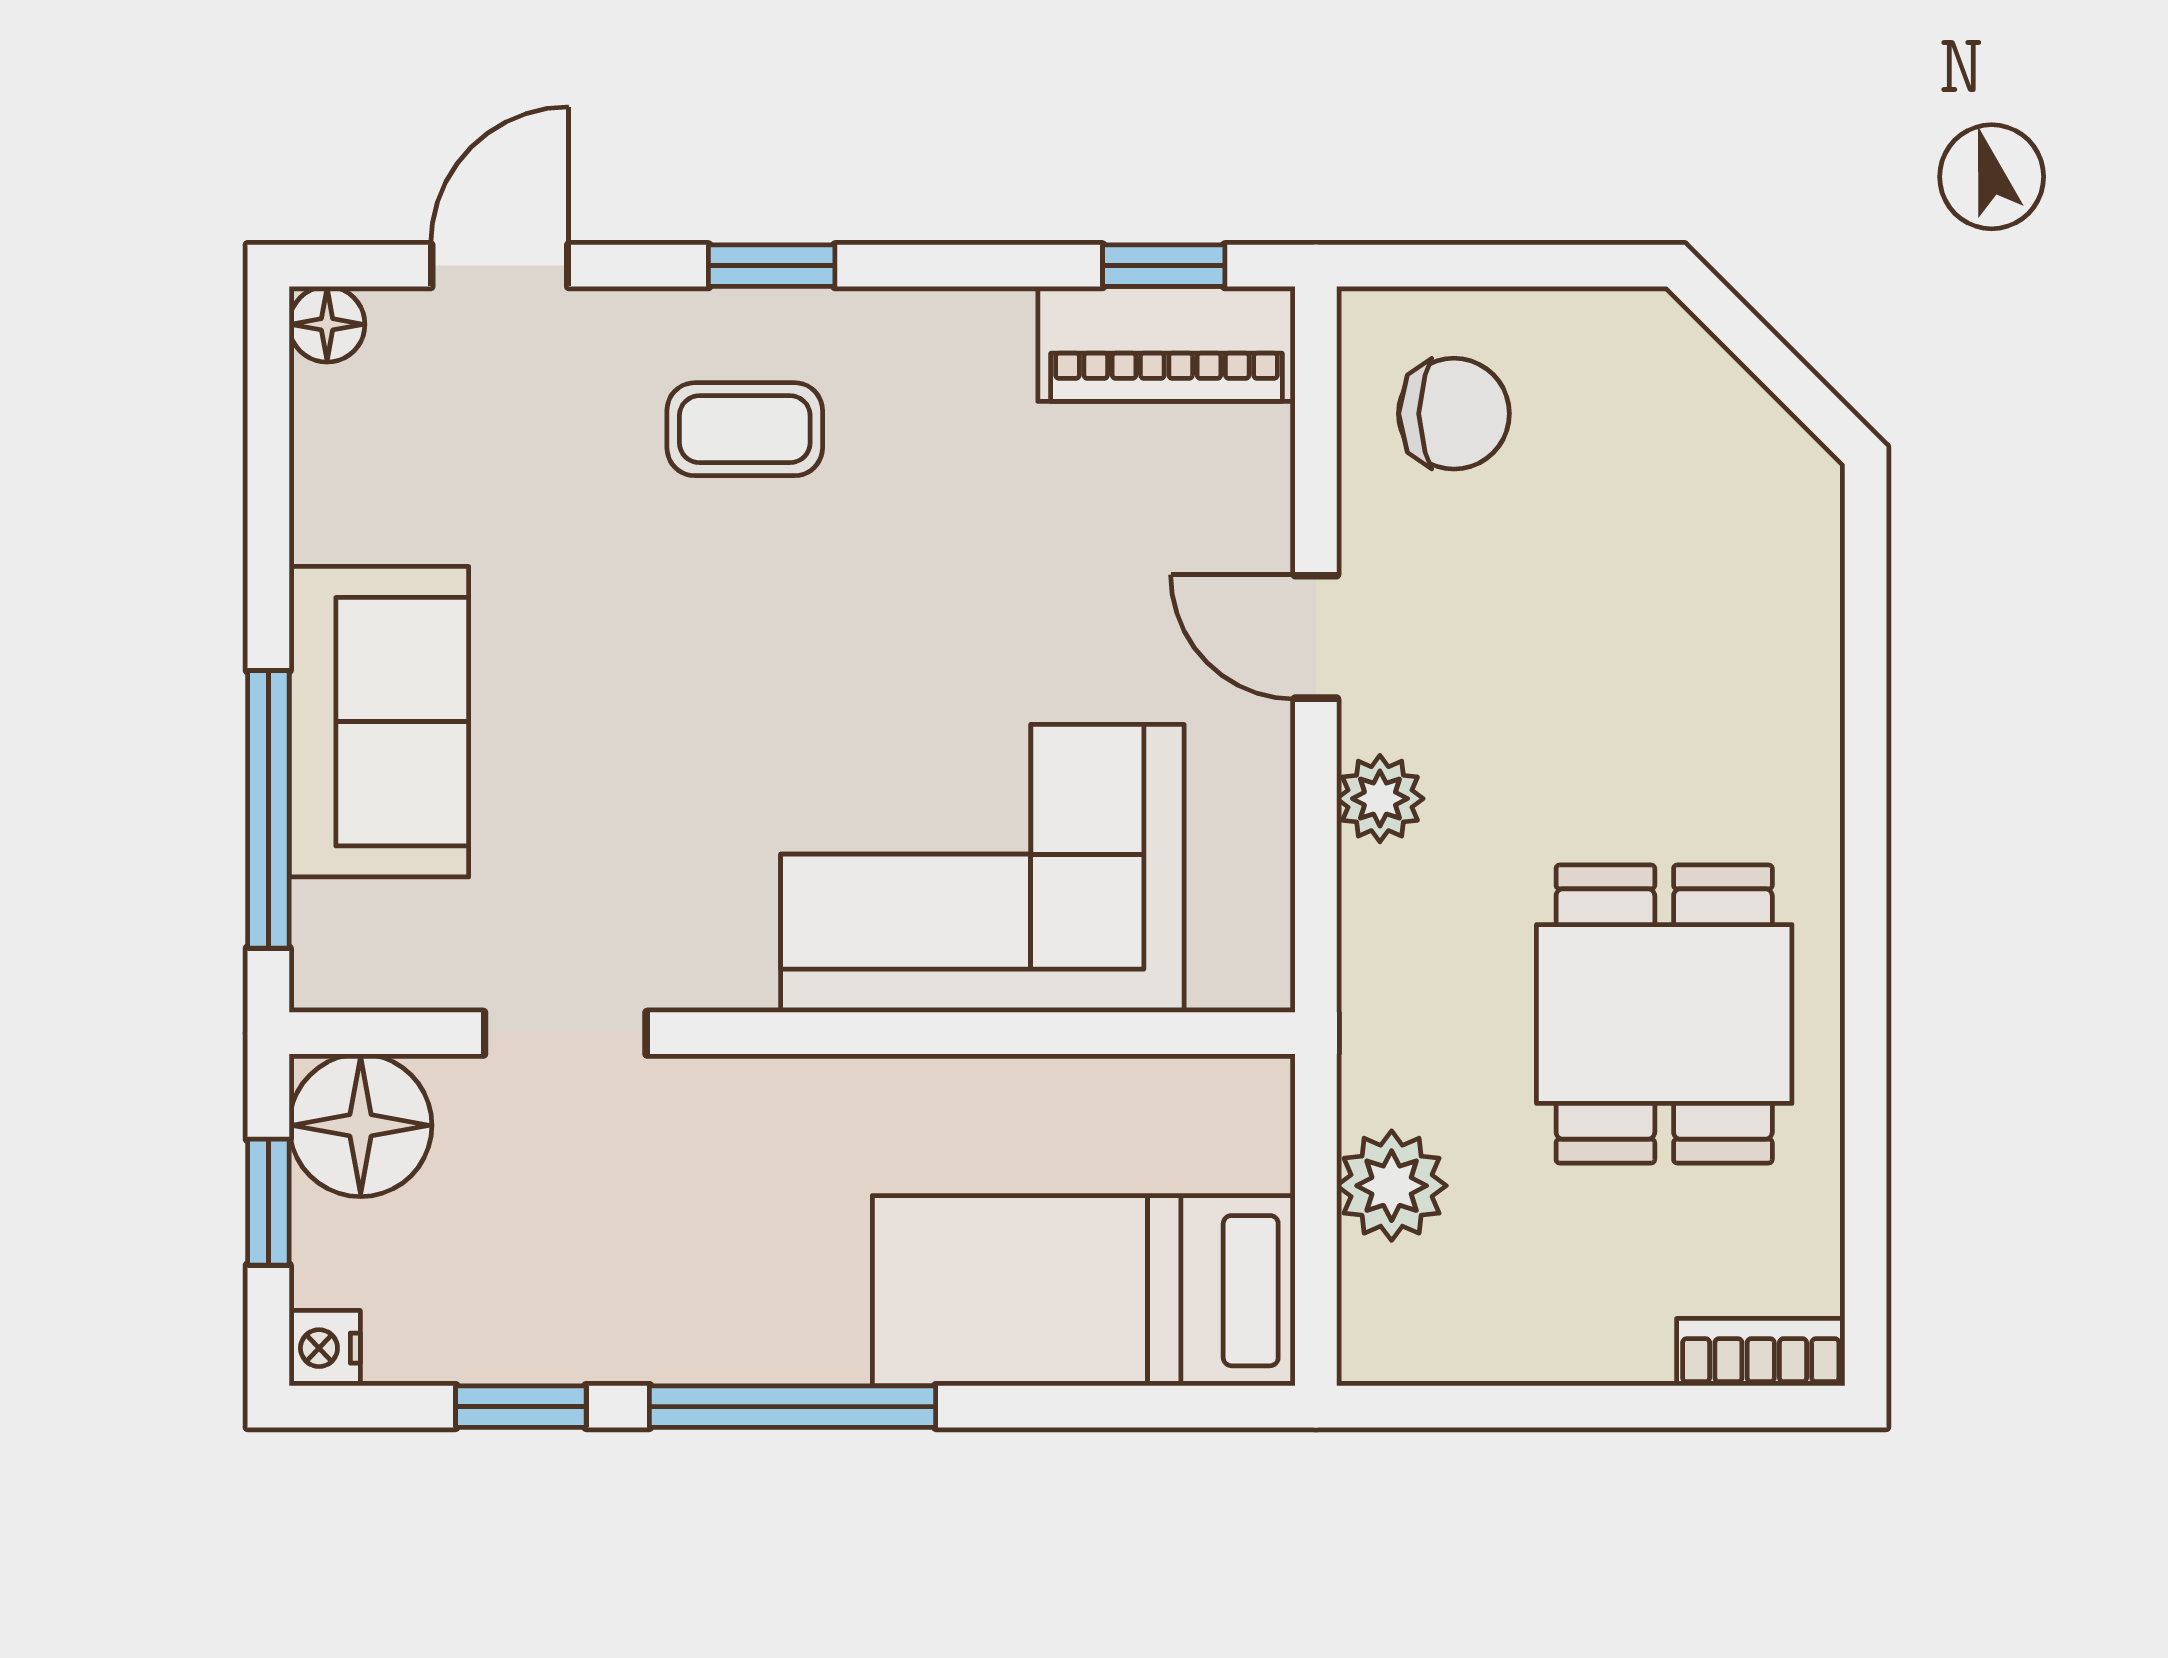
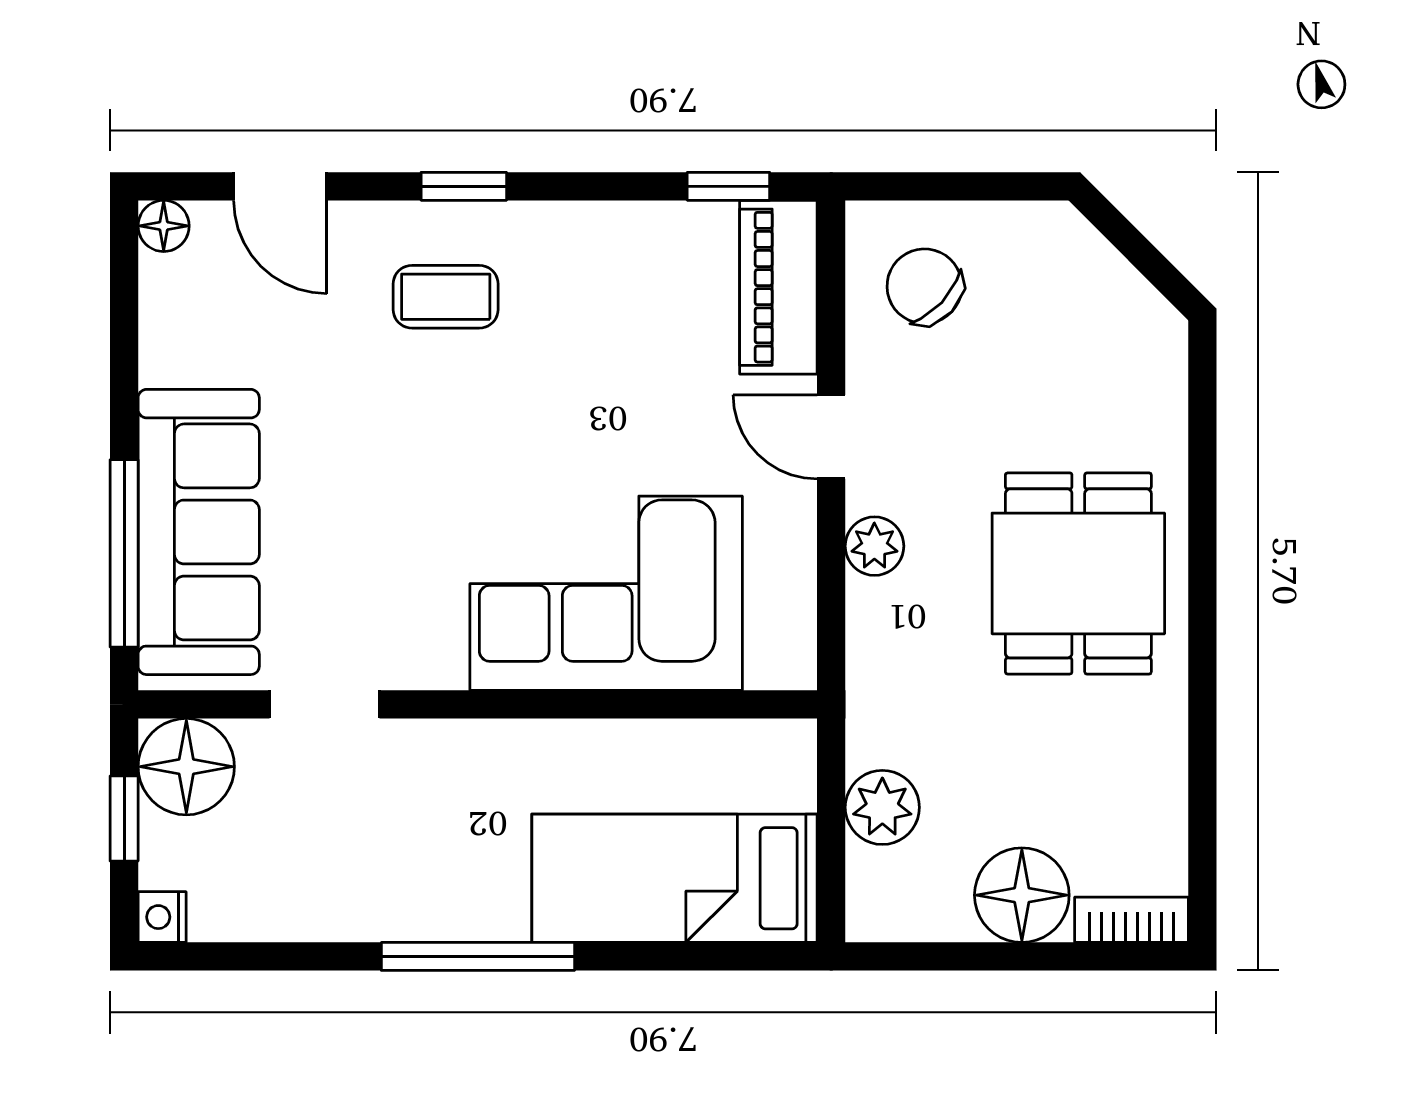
door: (500, 266) -> (280, 186), swing flipped
piano: (1166, 344) -> (778, 287), moved, turned 90
chair: (1454, 414) -> (924, 286), turned -137
sofa: (379, 722) -> (199, 532), width x1.36
dining table: (1664, 1014) -> (1078, 573), moved
floor lamp: (1598, 1316) -> (1022, 895), added
window: (521, 1407) -> (295, 956), removed

